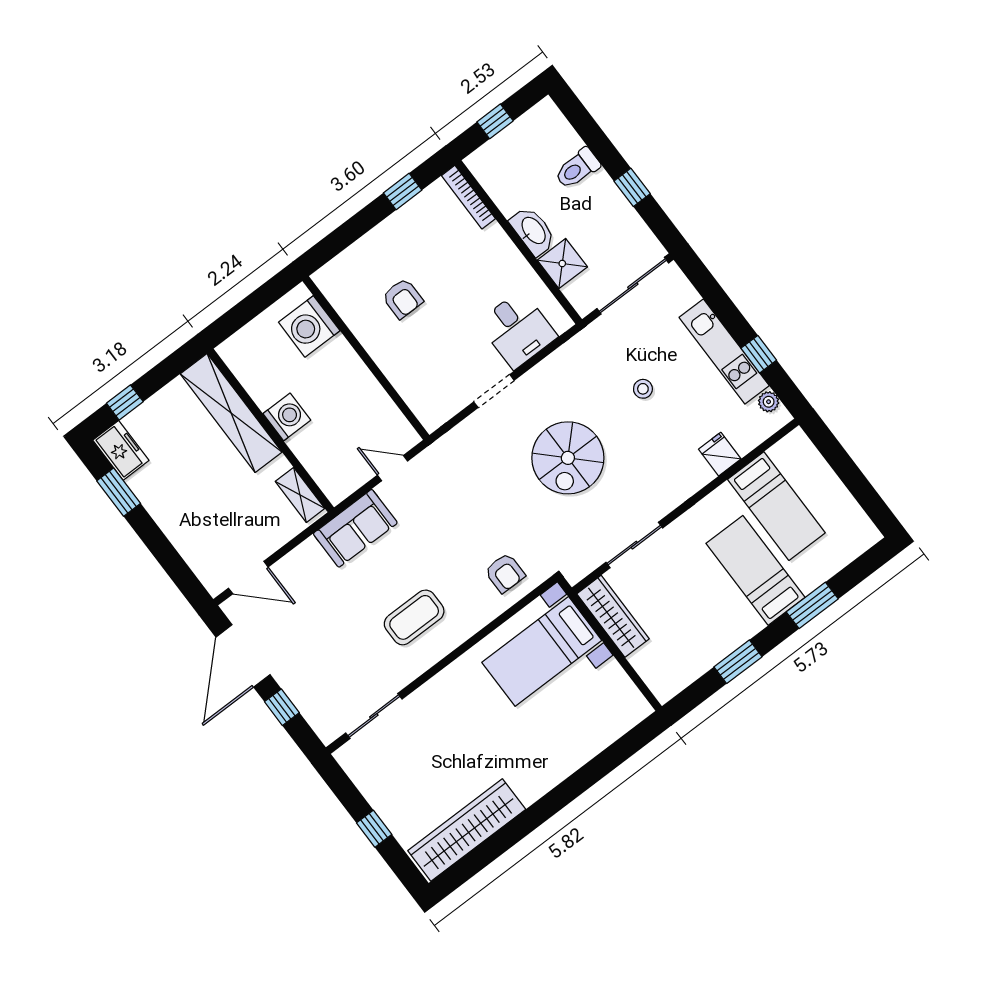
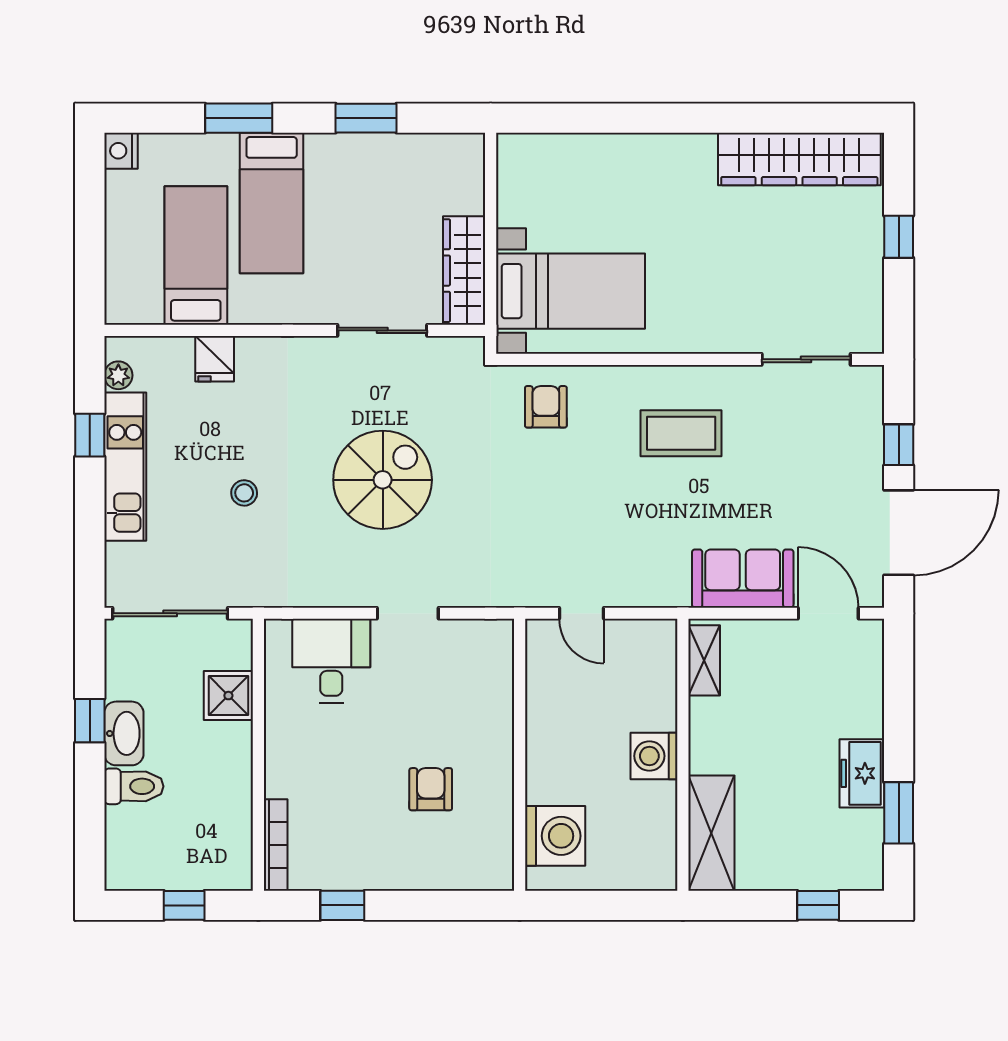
washbasin: (533, 231) -> (124, 733), moved, turned 180
shelving: (231, 413) -> (711, 833), width x0.68
freezer: (121, 450) -> (862, 773), moved
sofa: (355, 528) -> (743, 579), moved
nightstand: (867, 534) -> (121, 151), added

